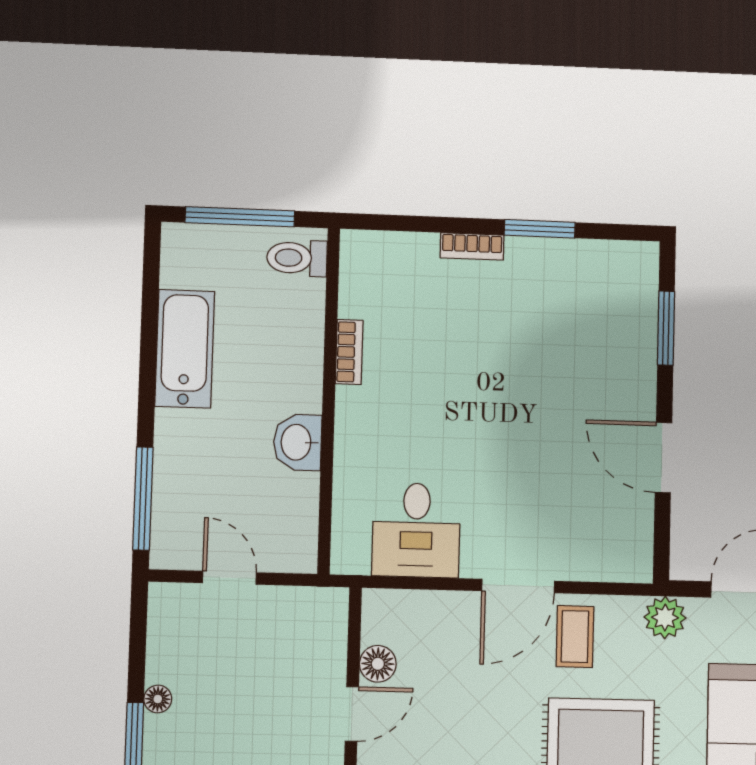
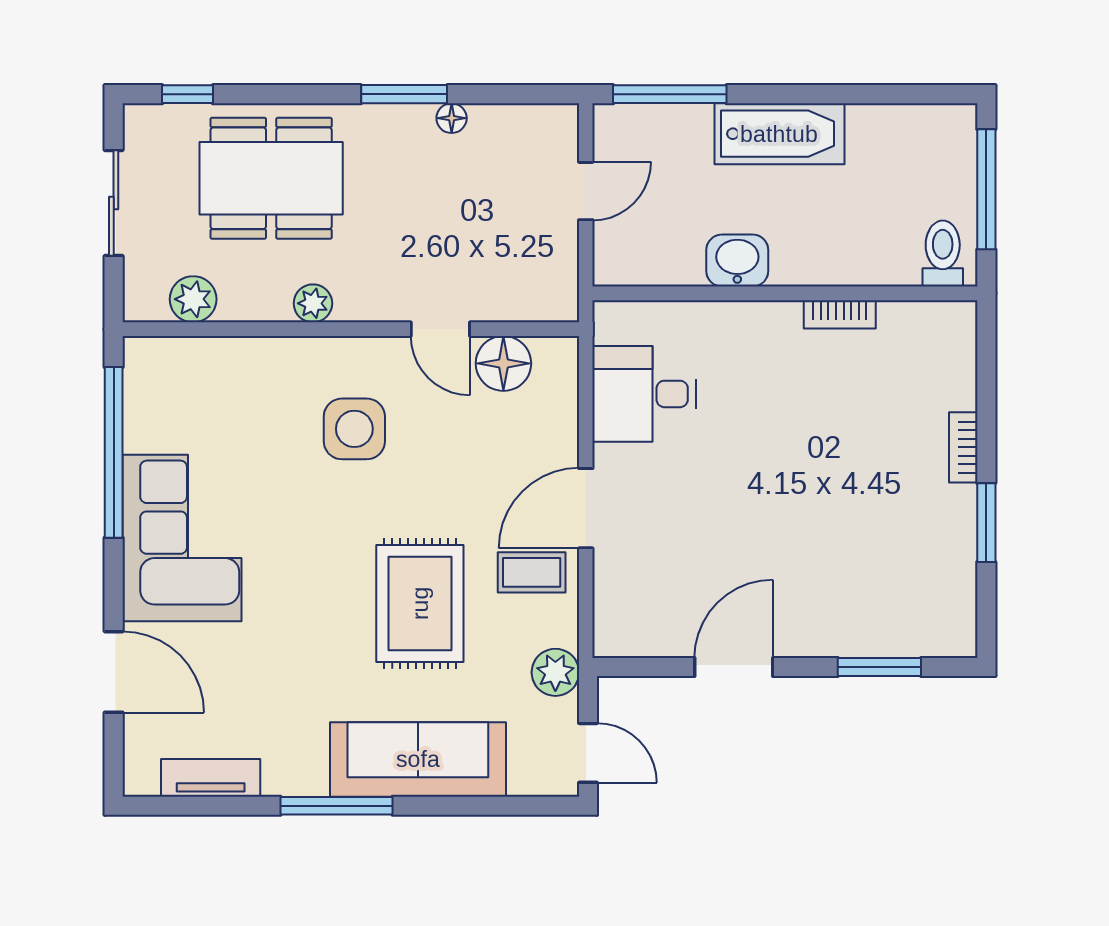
bathtub: (185, 349) -> (779, 134), moved
door: (518, 586) -> (586, 508), hinge flipped
floor lamp: (378, 664) -> (503, 363), width x1.38, depth x1.38

